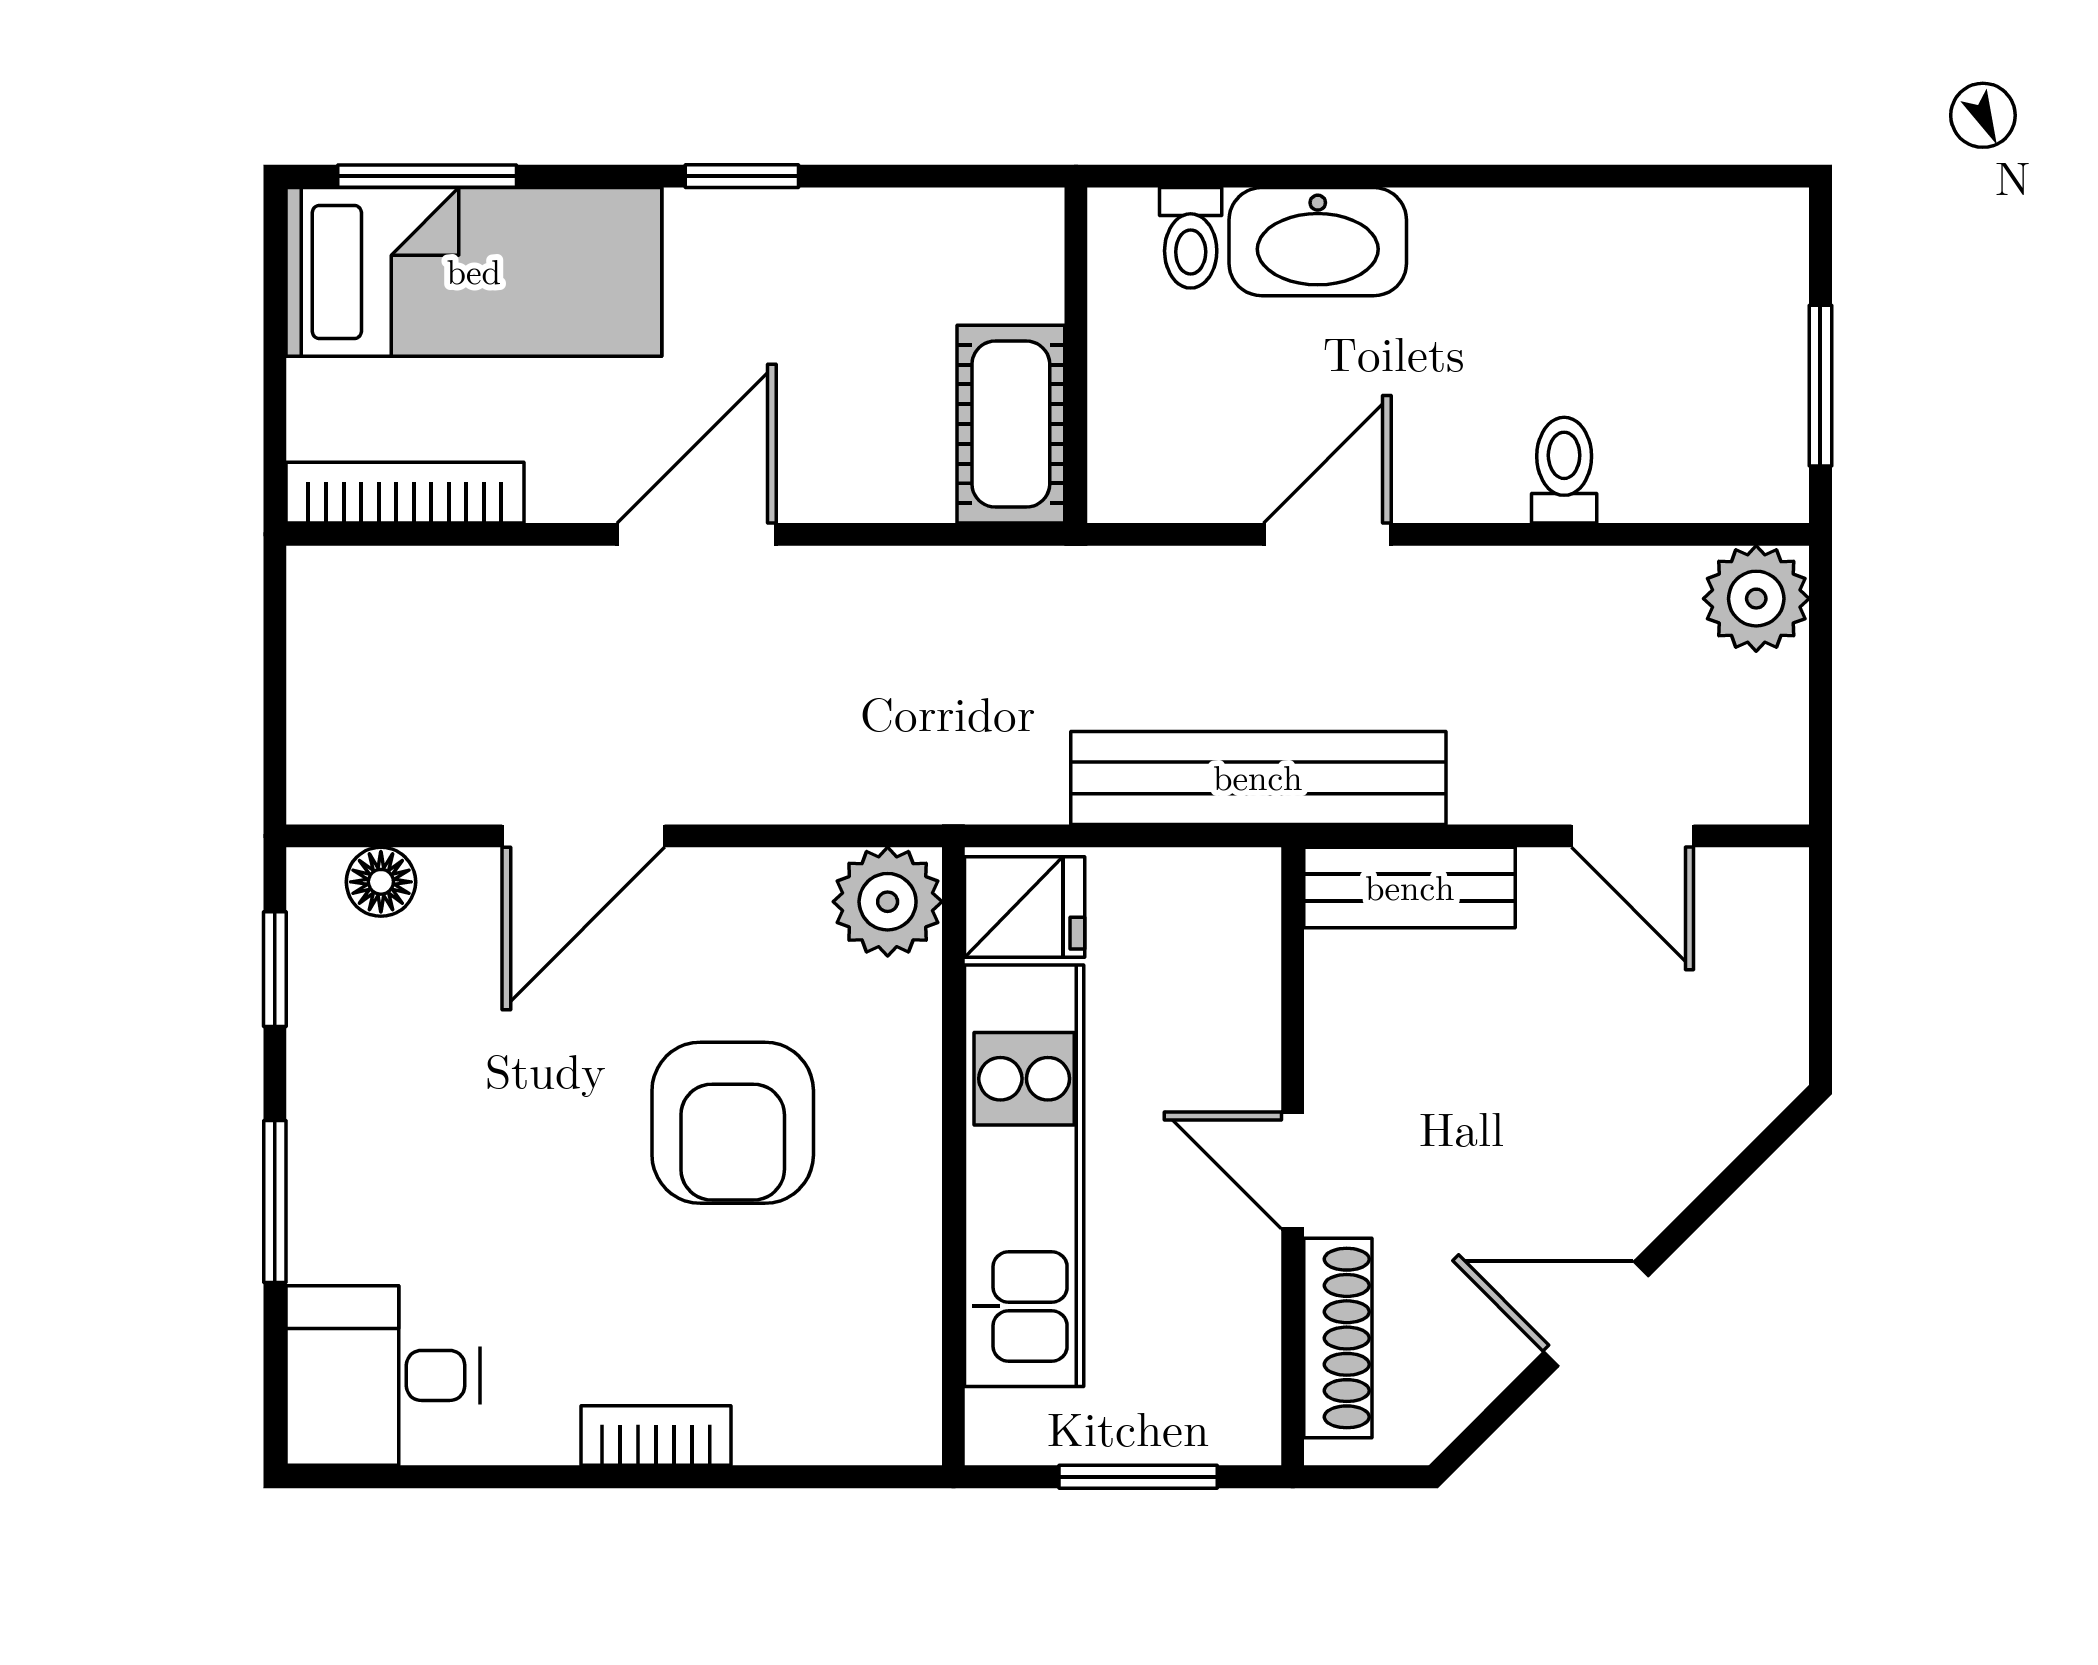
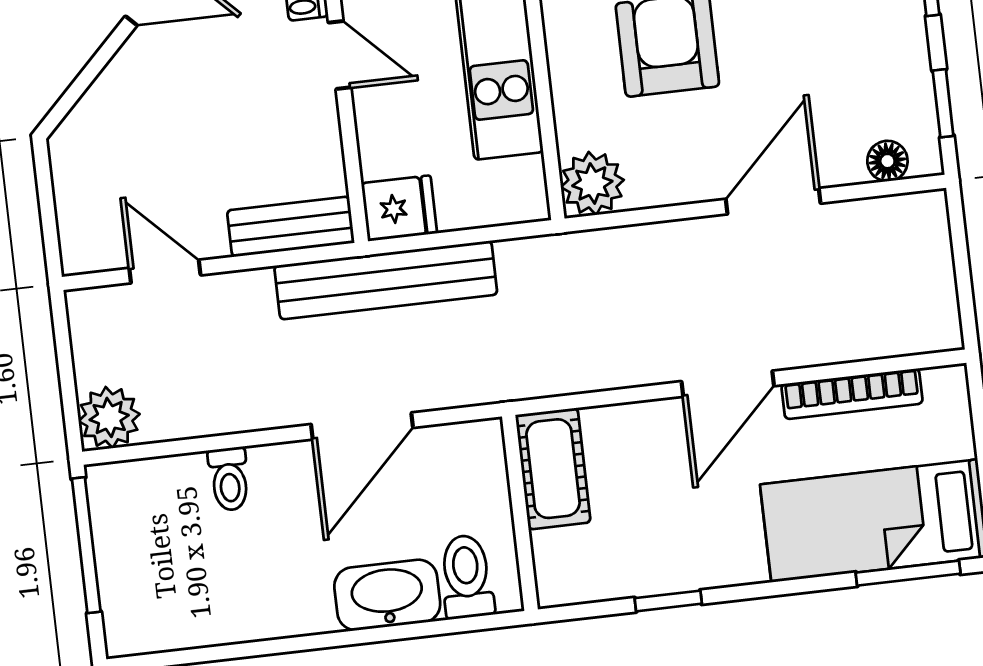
window: (742, 176) -> (668, 601), moved
toilet: (1191, 238) -> (467, 577), width x1.37, depth x1.39
window: (1820, 386) -> (86, 545), width x1.44
bookcase: (405, 493) -> (852, 394), moved
door: (1327, 534) -> (362, 426), width x1.38
fridge: (1025, 907) -> (399, 208), moved, turned 180

